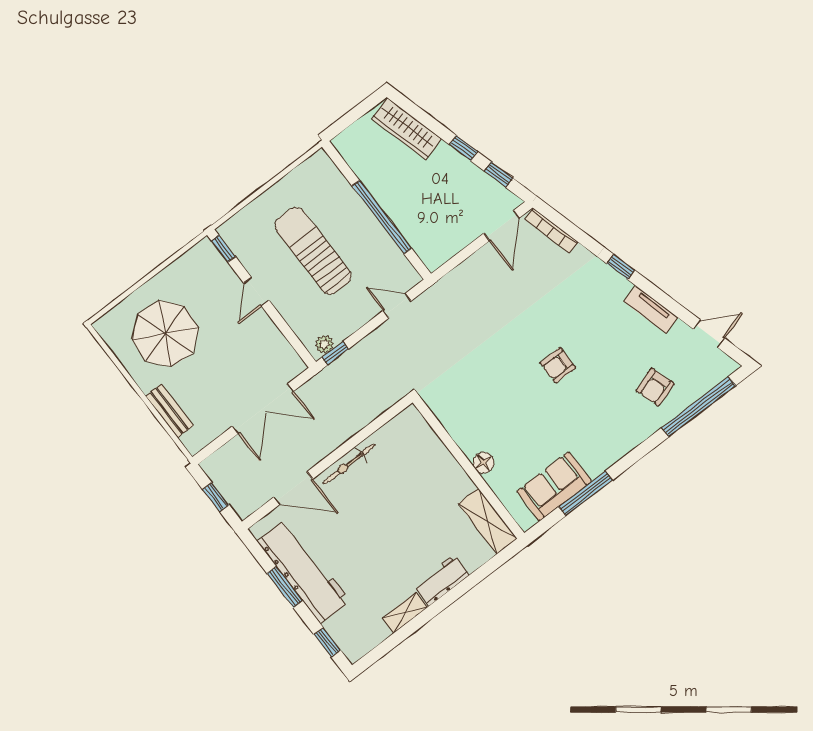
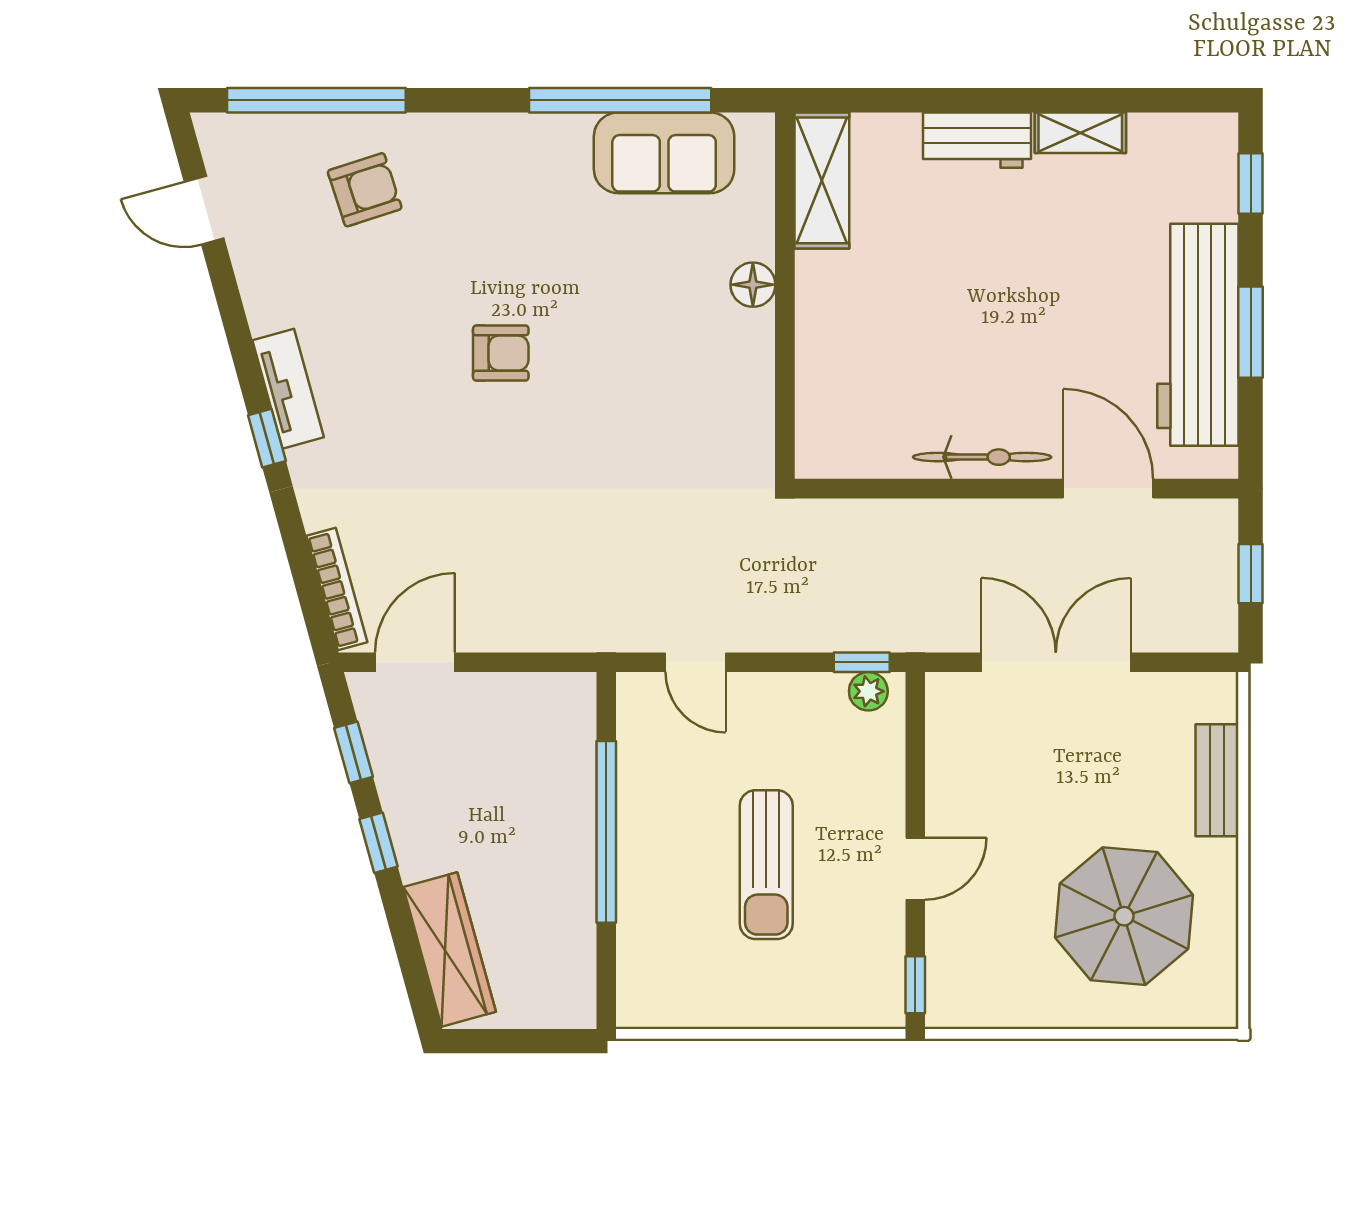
sun lounger: (313, 251) -> (766, 865), width x0.73, depth x0.75
tv unit: (651, 309) -> (288, 389), moved
window: (586, 493) -> (620, 100), width x1.46

